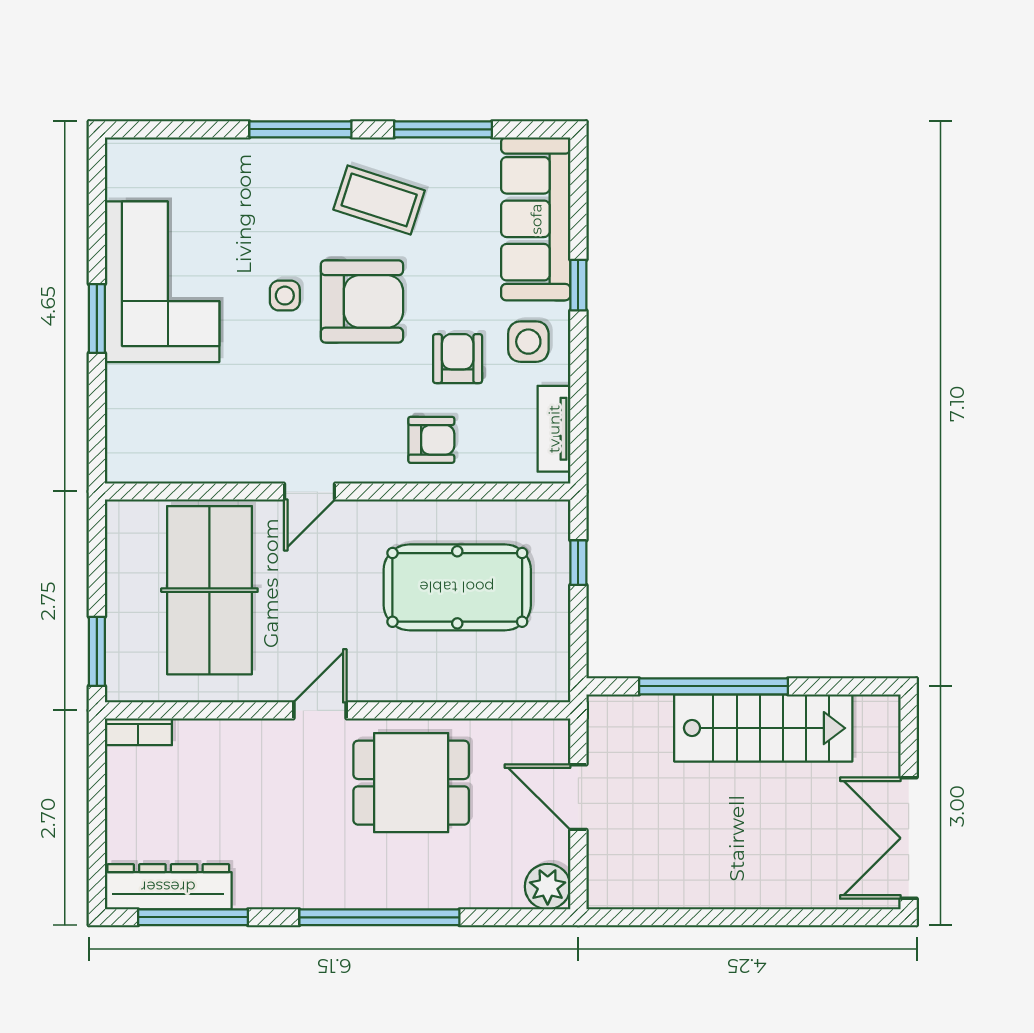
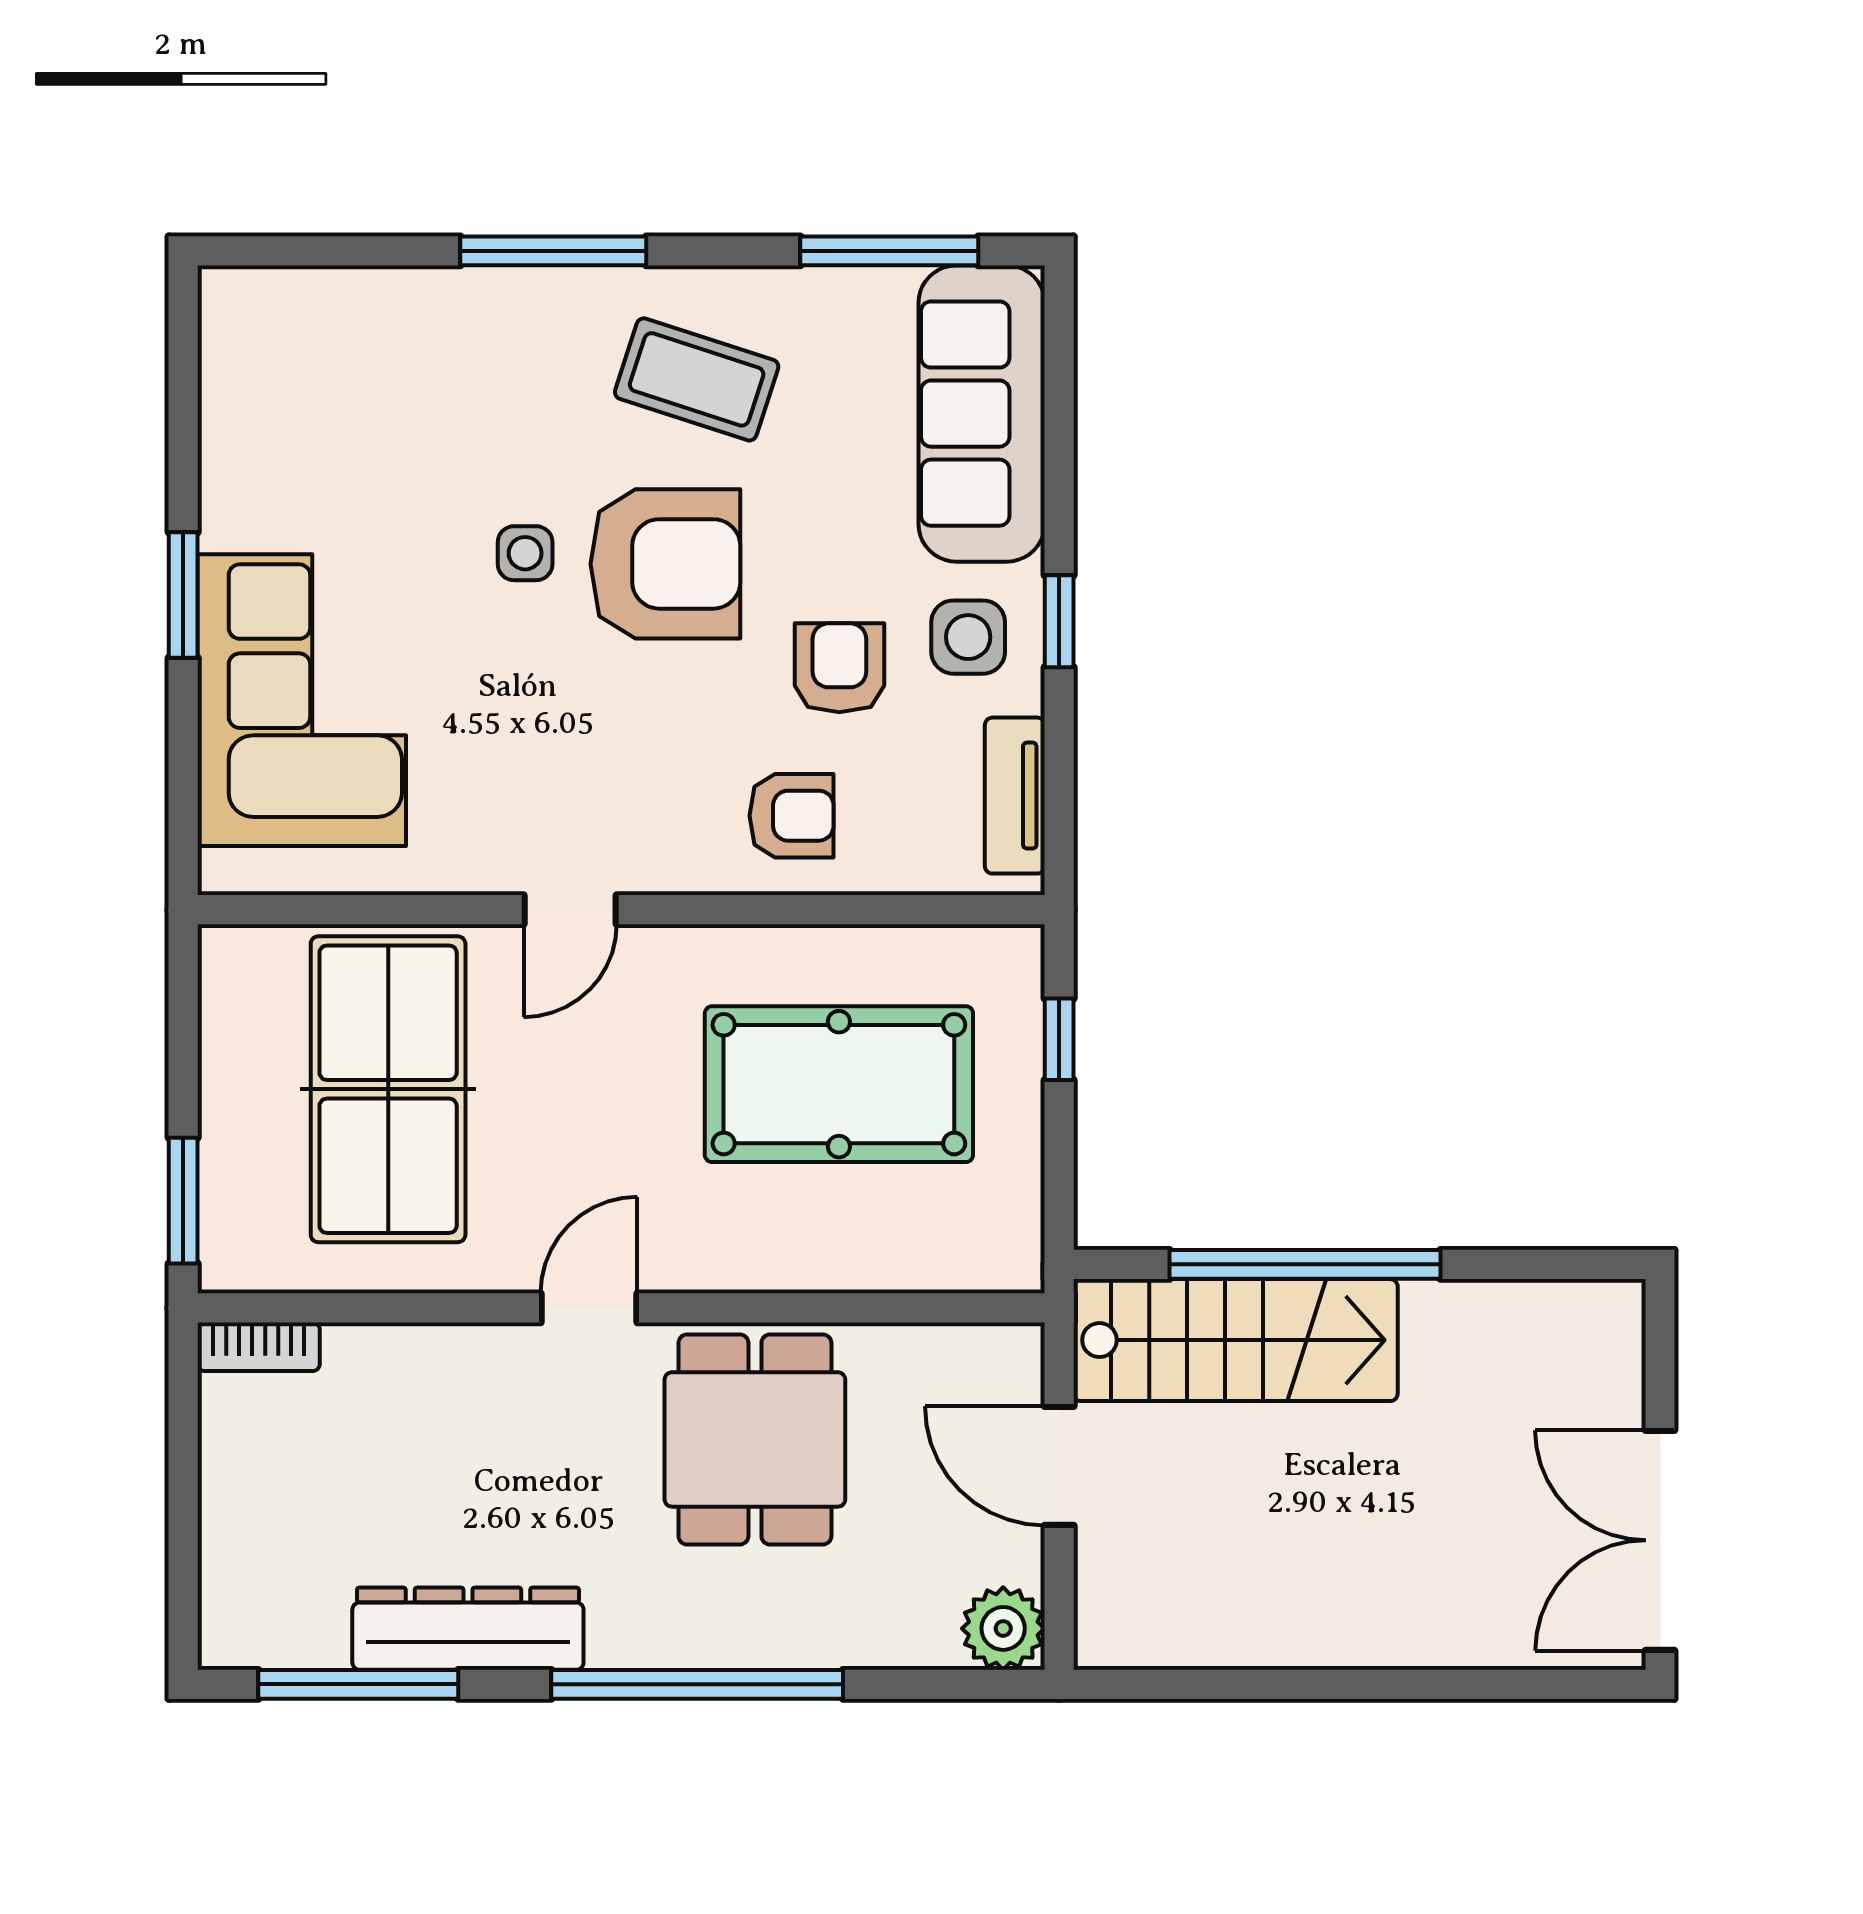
window: (443, 129) -> (889, 251), moved
corner sofa: (162, 282) -> (302, 700), moved
window: (578, 285) -> (1059, 621), moved
stairs: (763, 728) -> (1236, 1340), moved
dining table: (411, 783) -> (755, 1439), turned 90
dresser: (168, 887) -> (468, 1629), moved

